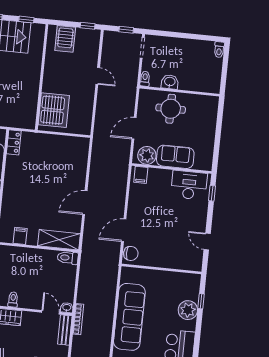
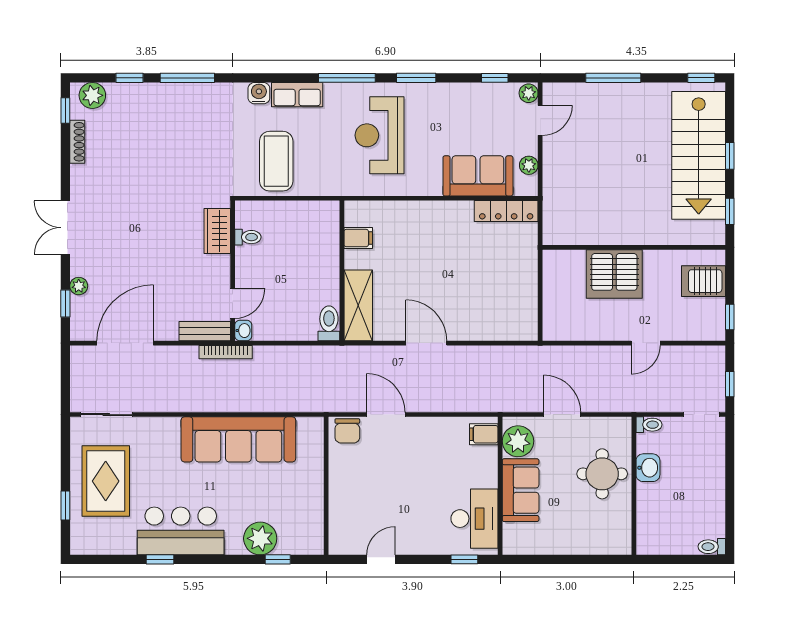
server rack: (54, 110) -> (614, 274), moved
locker: (14, 142) -> (506, 211), width x1.53

